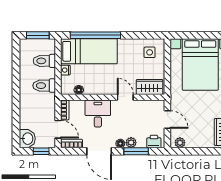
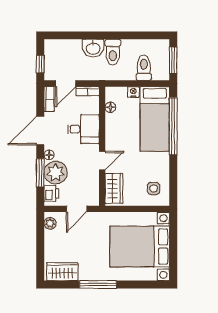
toilet: (44, 86) -> (113, 52), moved, turned 180
washbasin: (27, 139) -> (93, 48), moved
plant: (131, 143) -> (56, 173), width x1.87, depth x1.87

